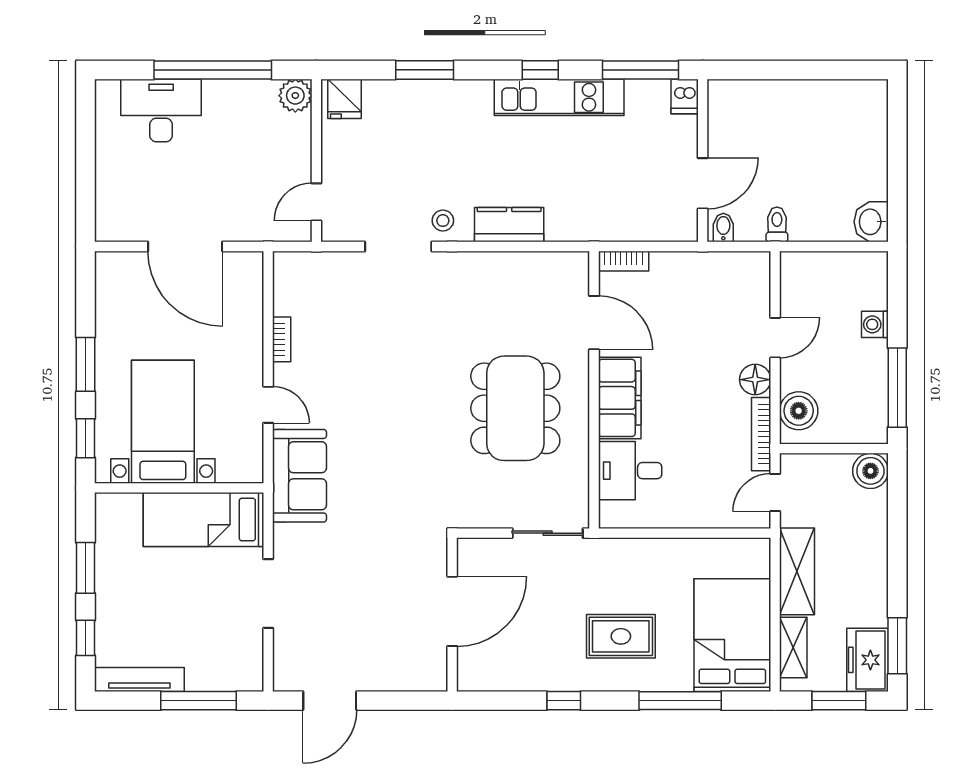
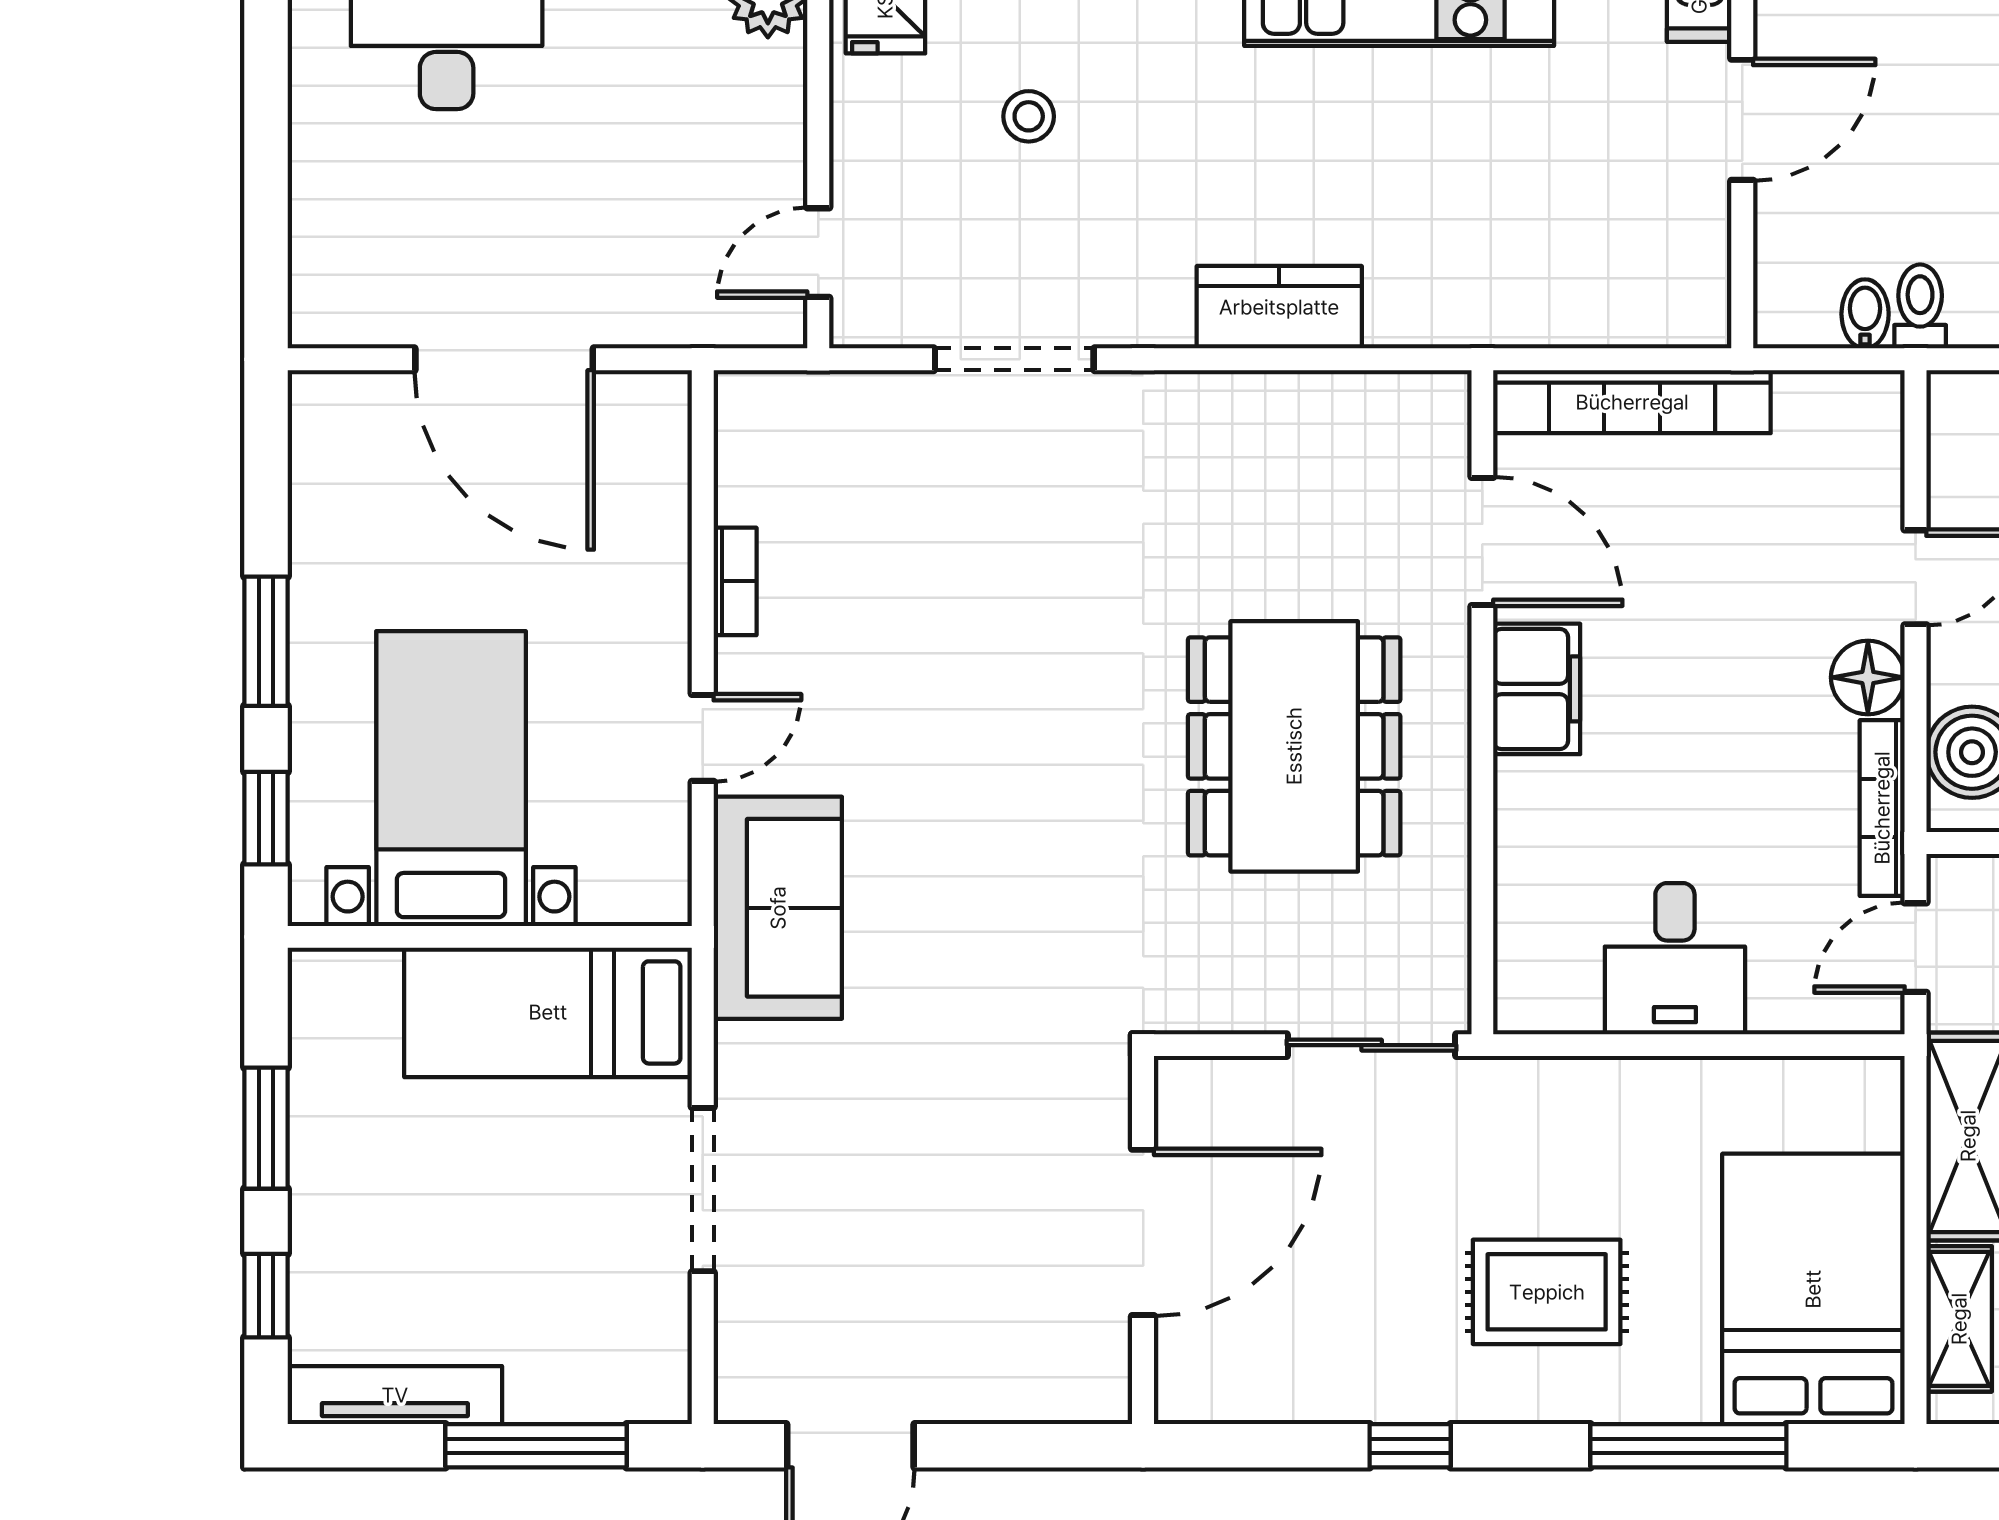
door: (703, 183) -> (1742, 120), moved
stool: (443, 221) -> (1029, 116), moved
bidet: (723, 228) -> (1865, 314), moved
bookcase: (624, 261) -> (1632, 402), width x2.31, depth x1.31
filing cabinet: (620, 398) -> (1537, 689), width x0.67, depth x0.86
door: (268, 405) -> (703, 738), hinge flipped
desk: (630, 471) -> (1675, 959), moved, turned -90

